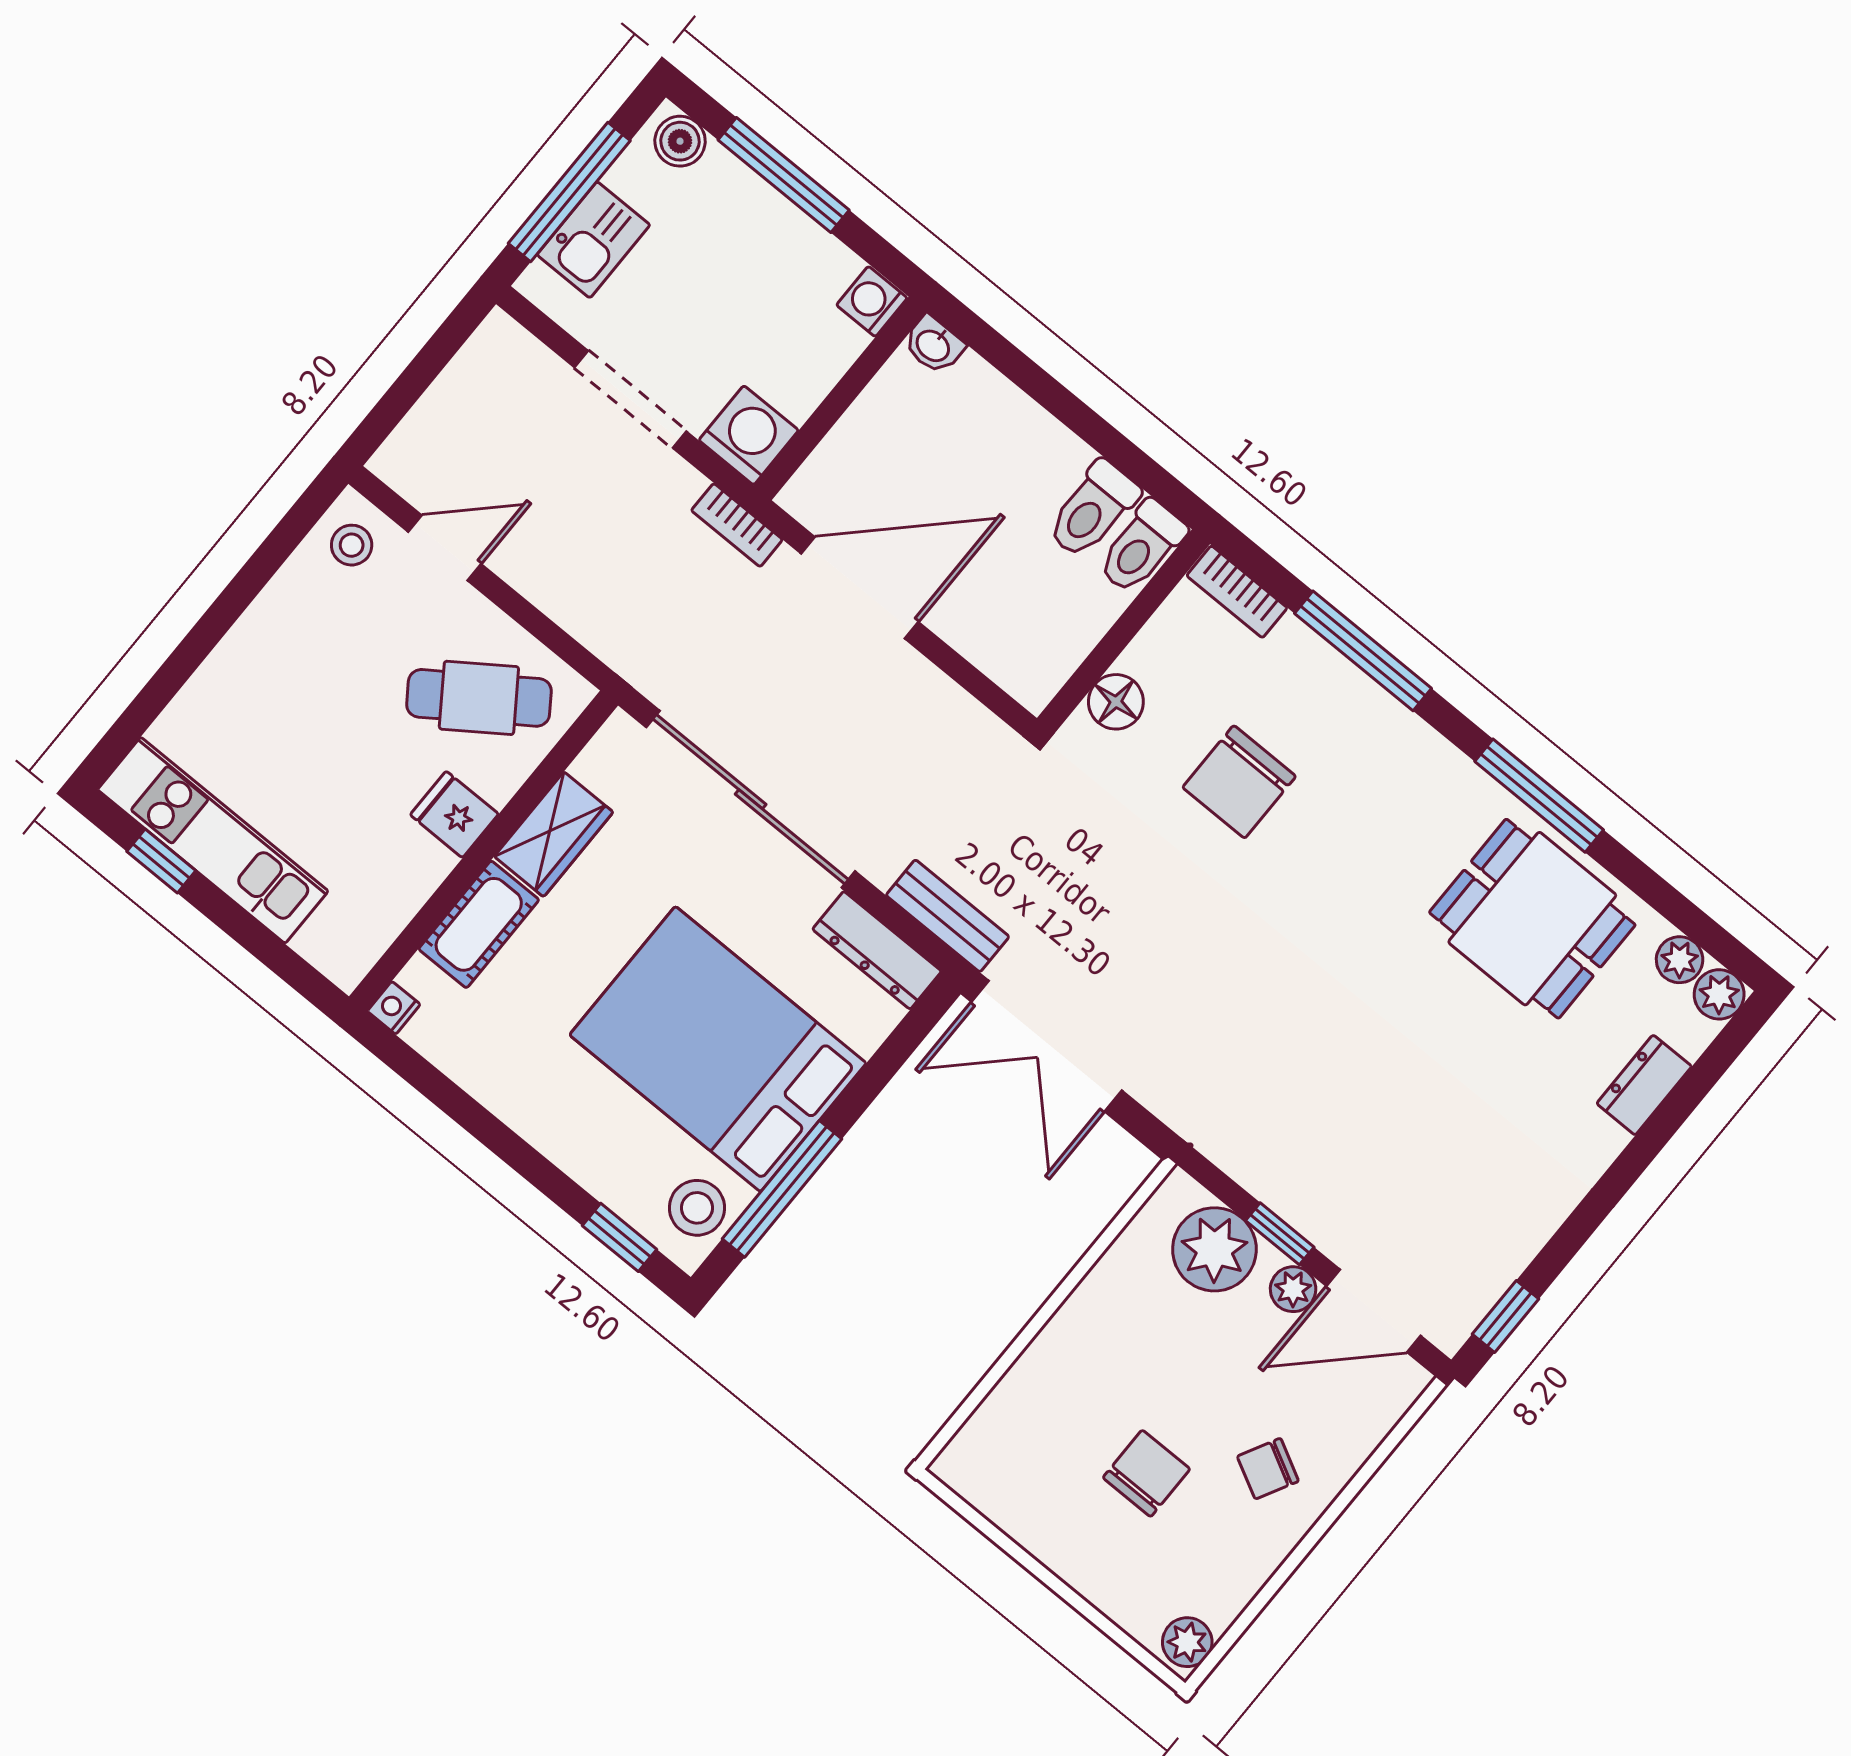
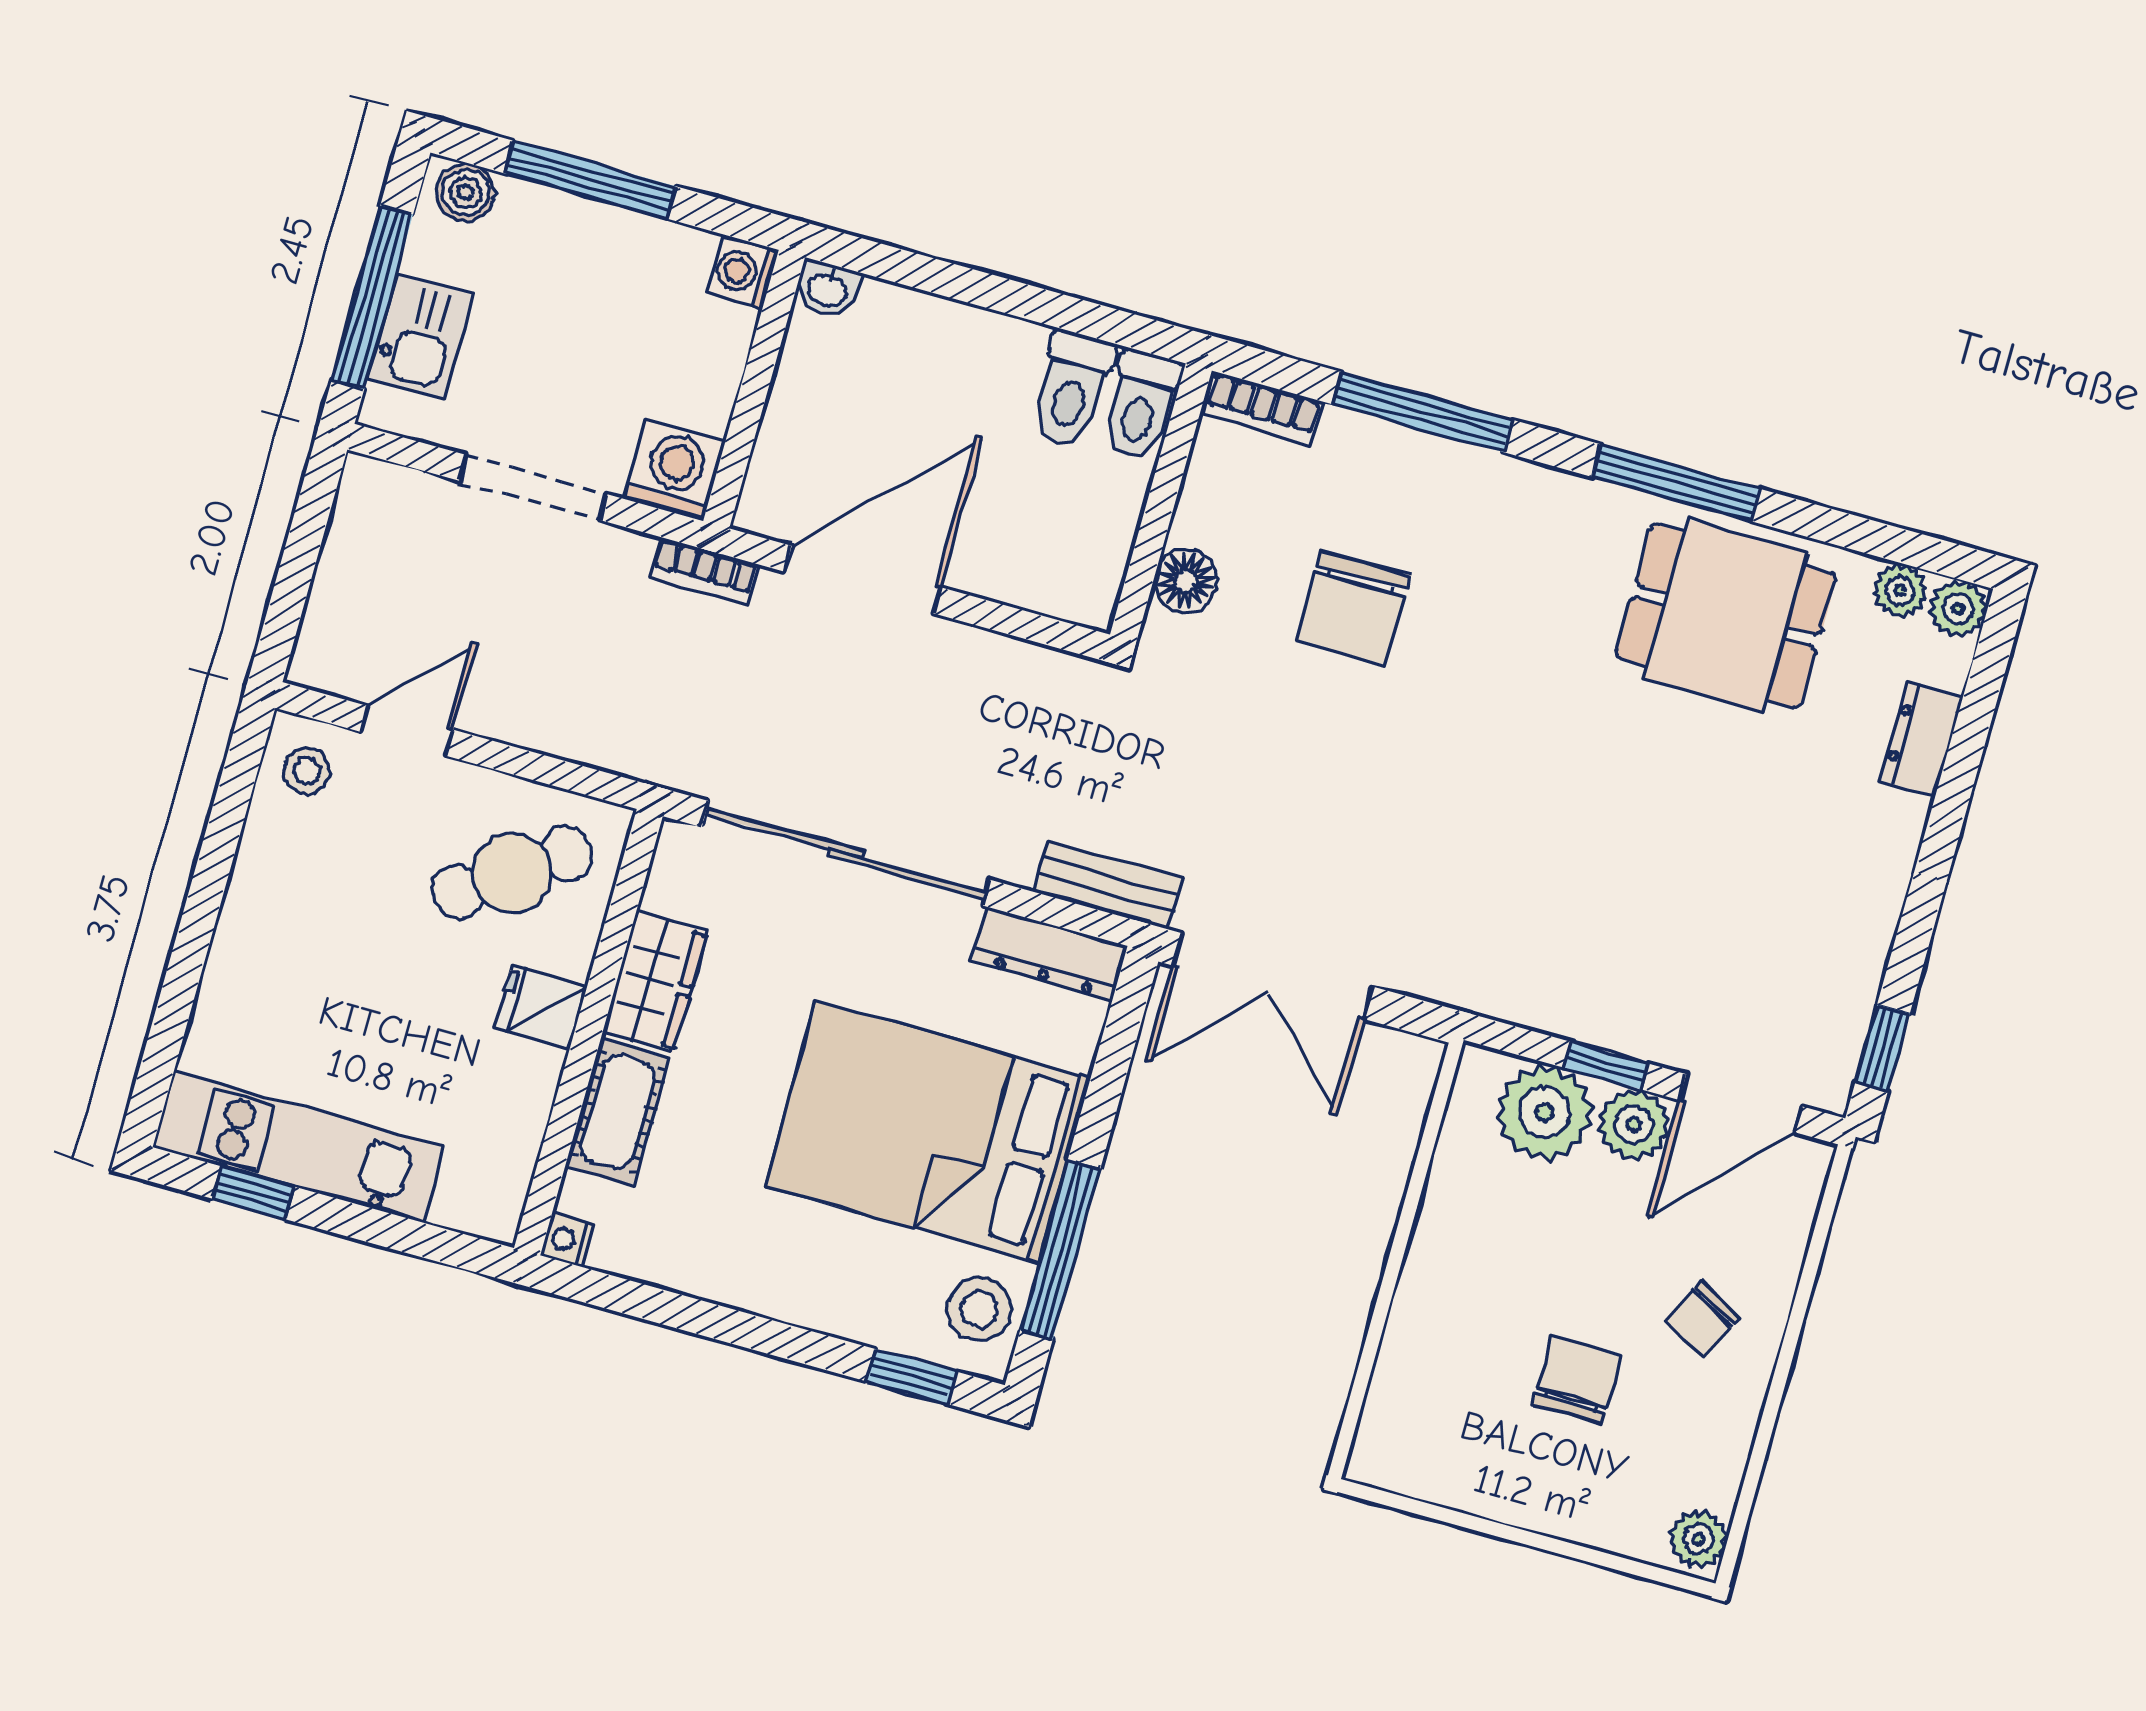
plant: (1293, 1289) -> (1634, 1125), width x1.38, depth x1.38

